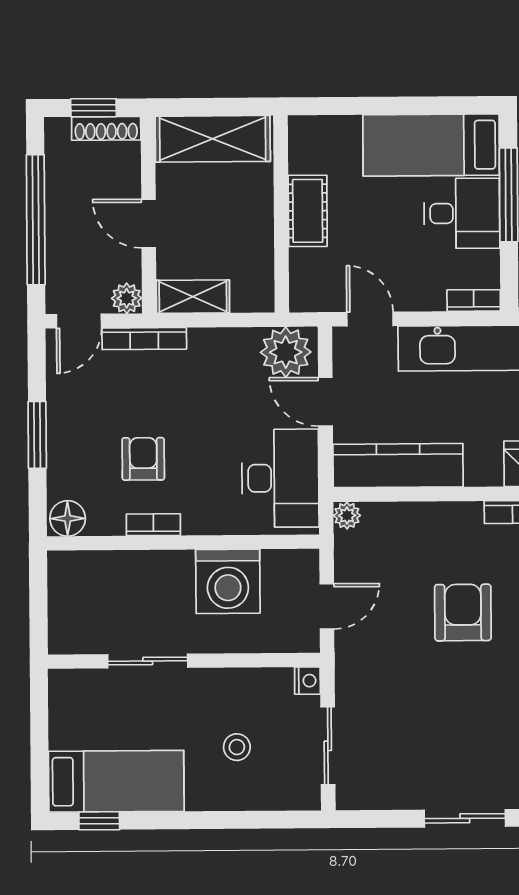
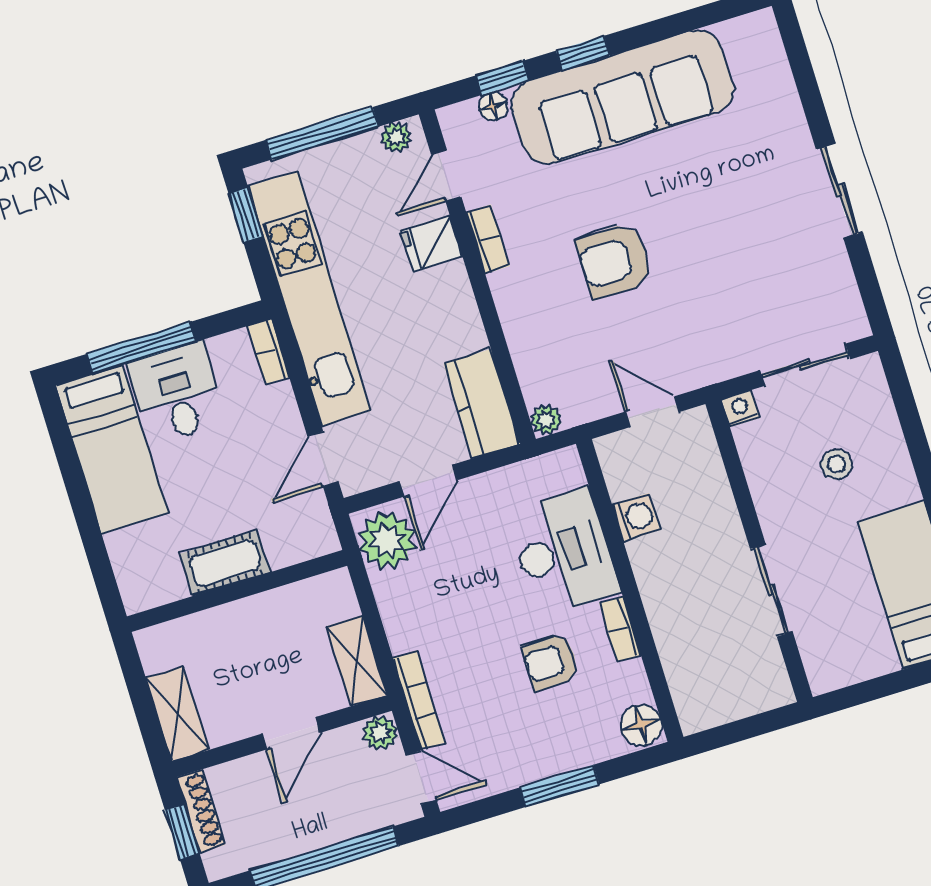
shelving: (213, 139) -> (177, 714), width x0.67, depth x0.75
kitchen counter: (398, 466) -> (482, 404), width x0.67
desk: (280, 478) -> (563, 552), moved, turned 90
washing machine: (228, 581) -> (636, 517), width x0.53, depth x0.53

